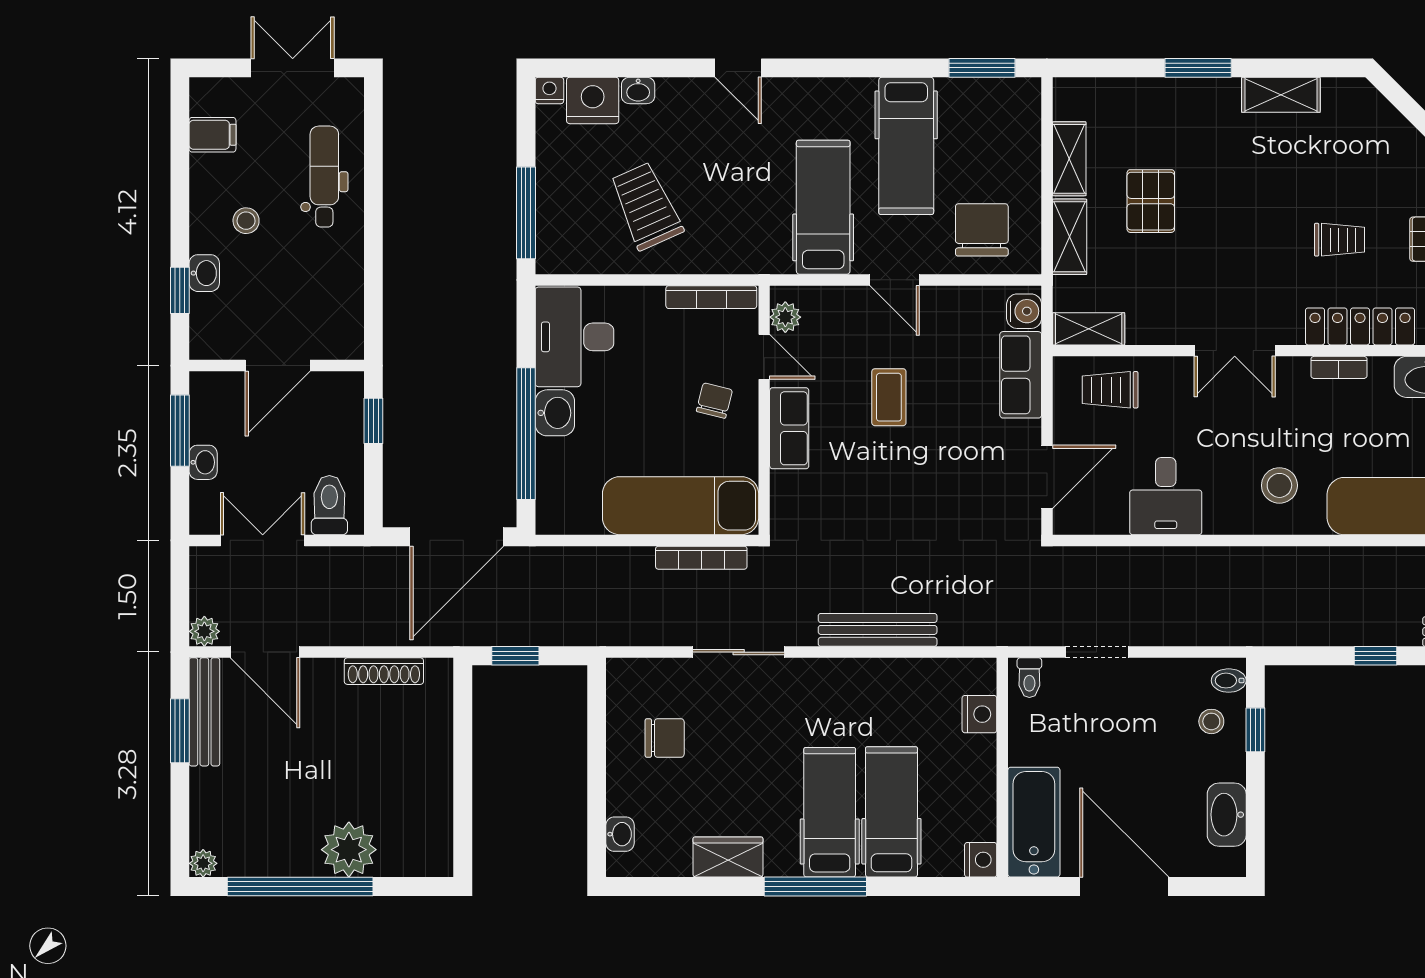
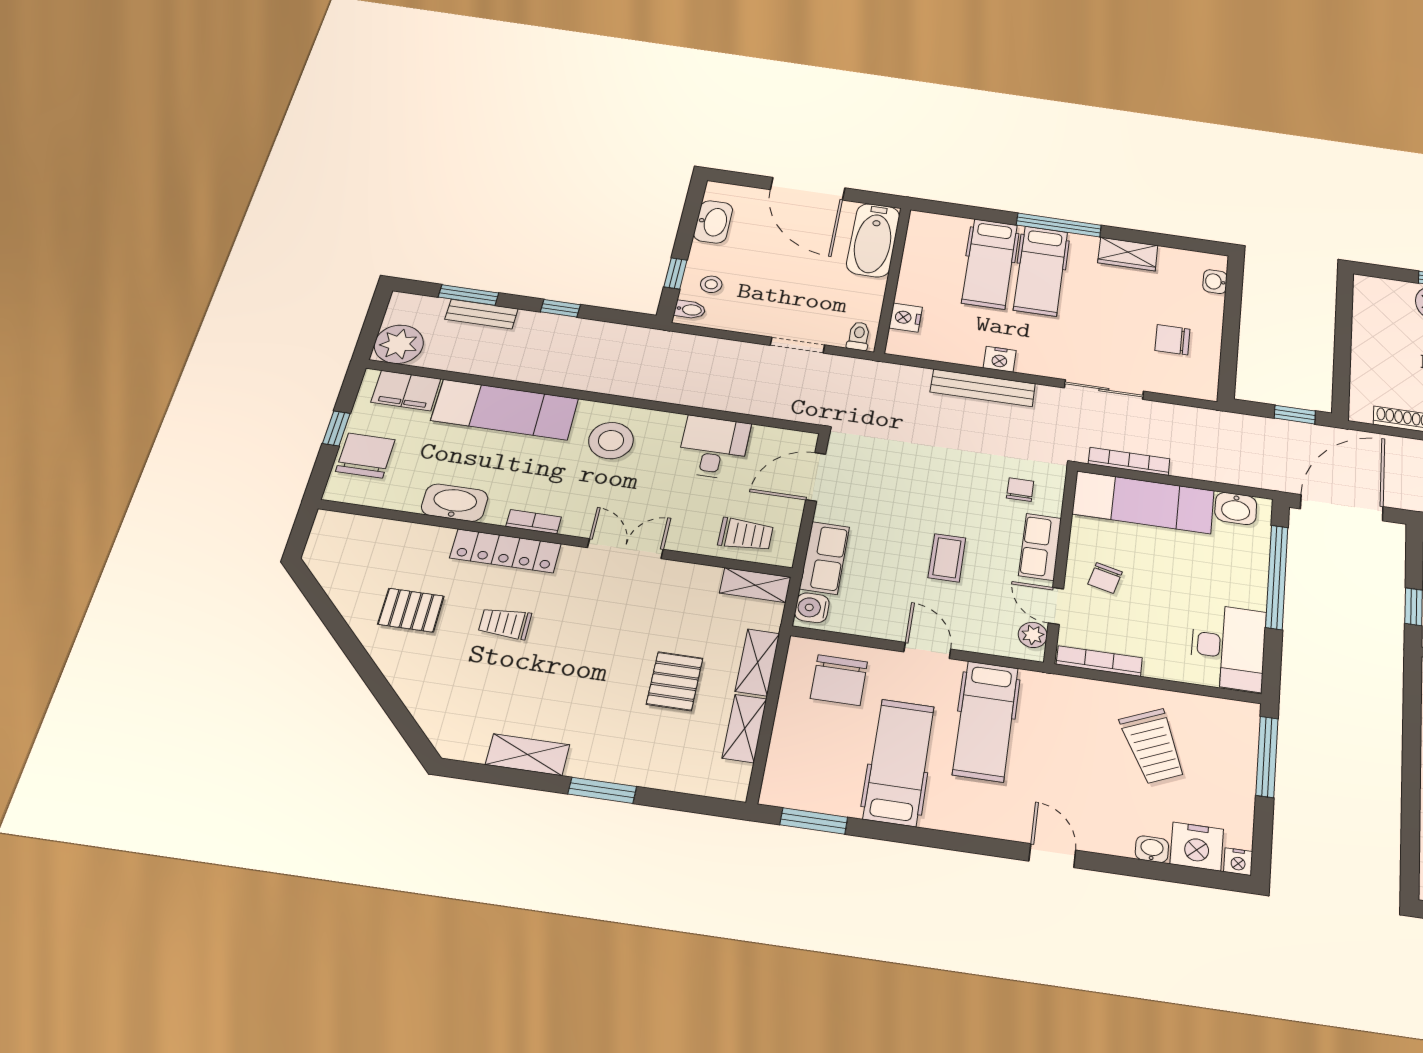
washbasin: (555, 413) -> (1236, 508), moved, turned -90
stool: (1279, 485) -> (611, 441), width x1.38, depth x1.38
chair: (819, 499) -> (1020, 490), added
nightstand: (981, 860) -> (1000, 359), moved, turned -90

